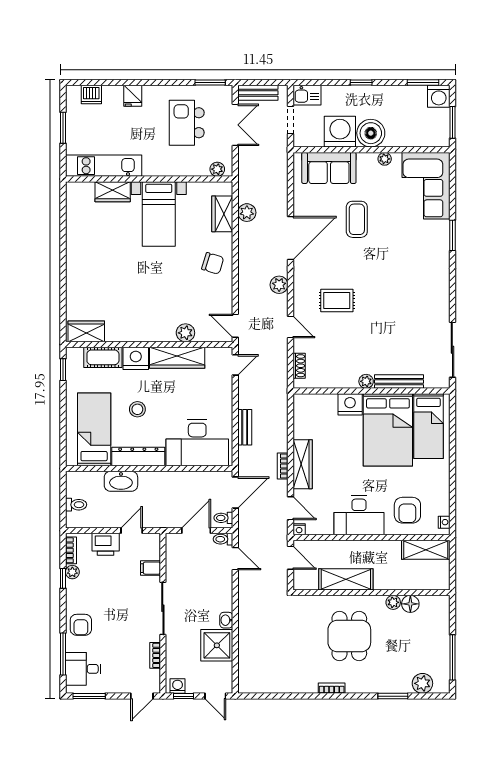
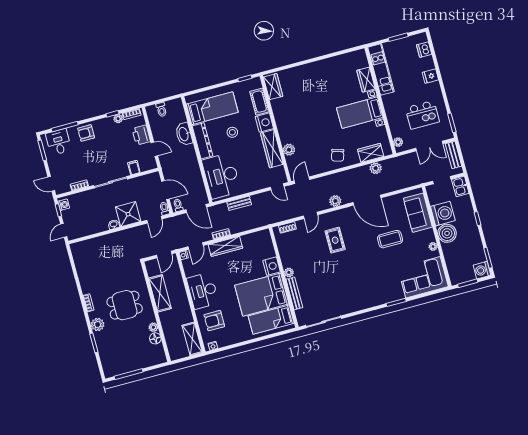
kitchen island: (187, 123) -> (422, 115), turned 180
shower: (217, 645) -> (128, 214), moved
plant: (422, 683) -> (98, 324), moved

